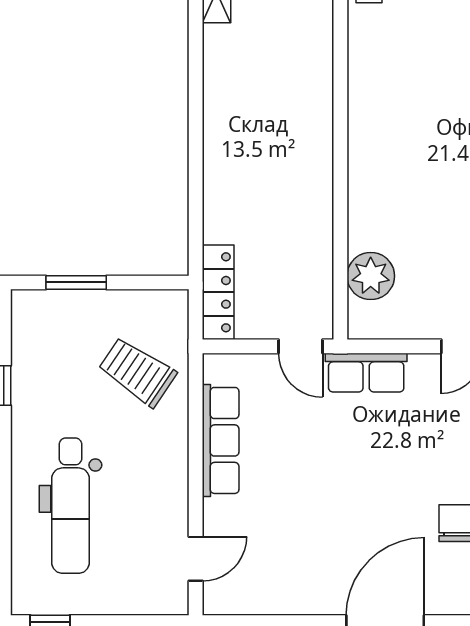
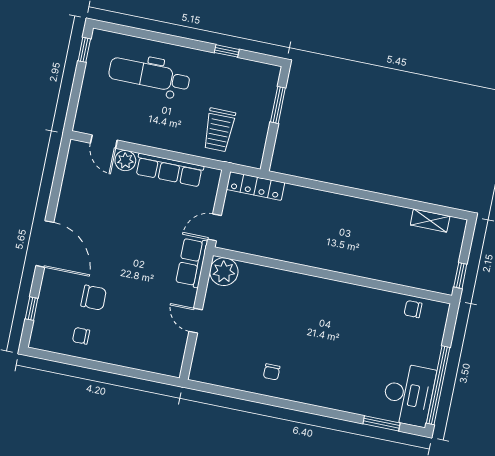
plant: (371, 276) -> (224, 272), moved
trolley: (137, 372) -> (219, 130), turned 146
plant: (220, 517) -> (125, 161), added

